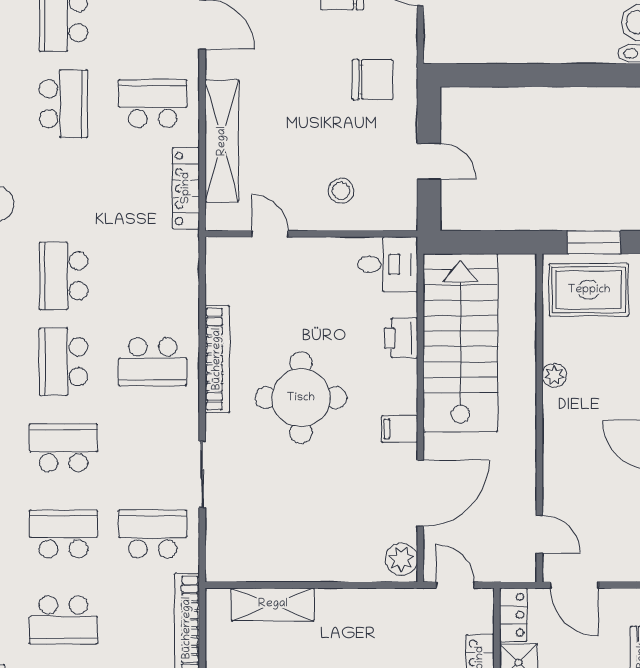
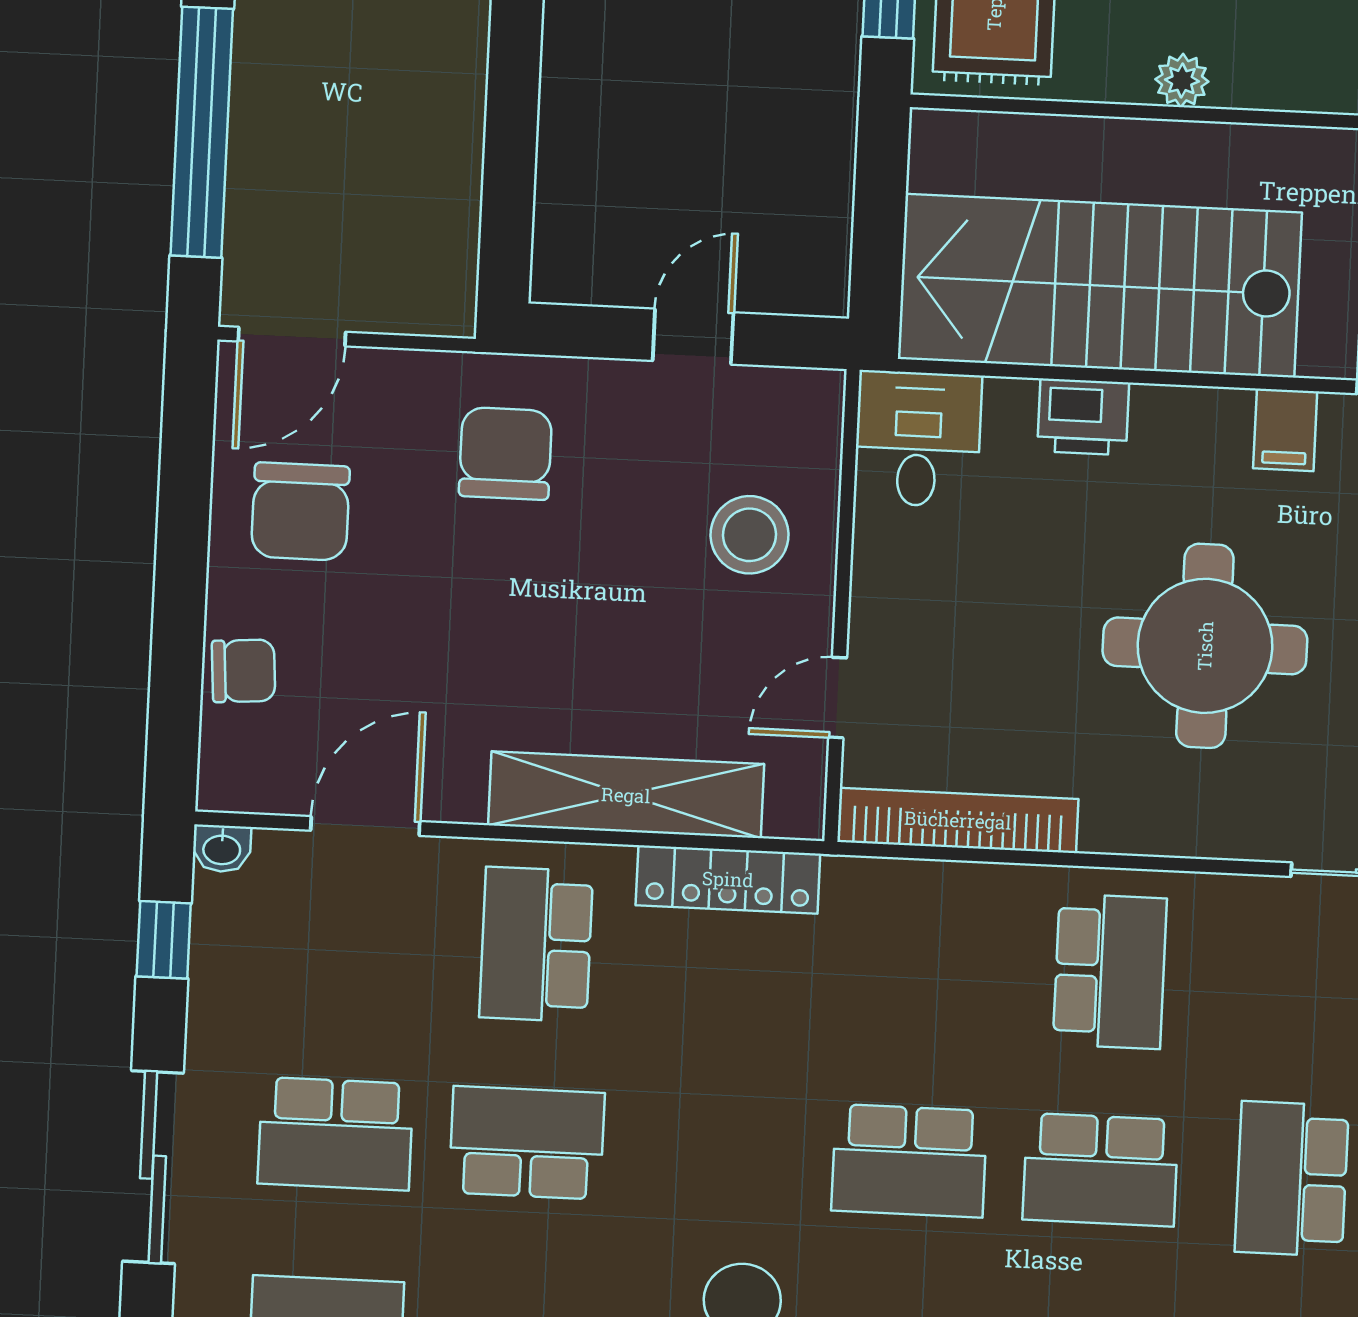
stool: (341, 191) -> (749, 535), width x1.38, depth x1.38
bookcase: (217, 359) -> (958, 820), moved

